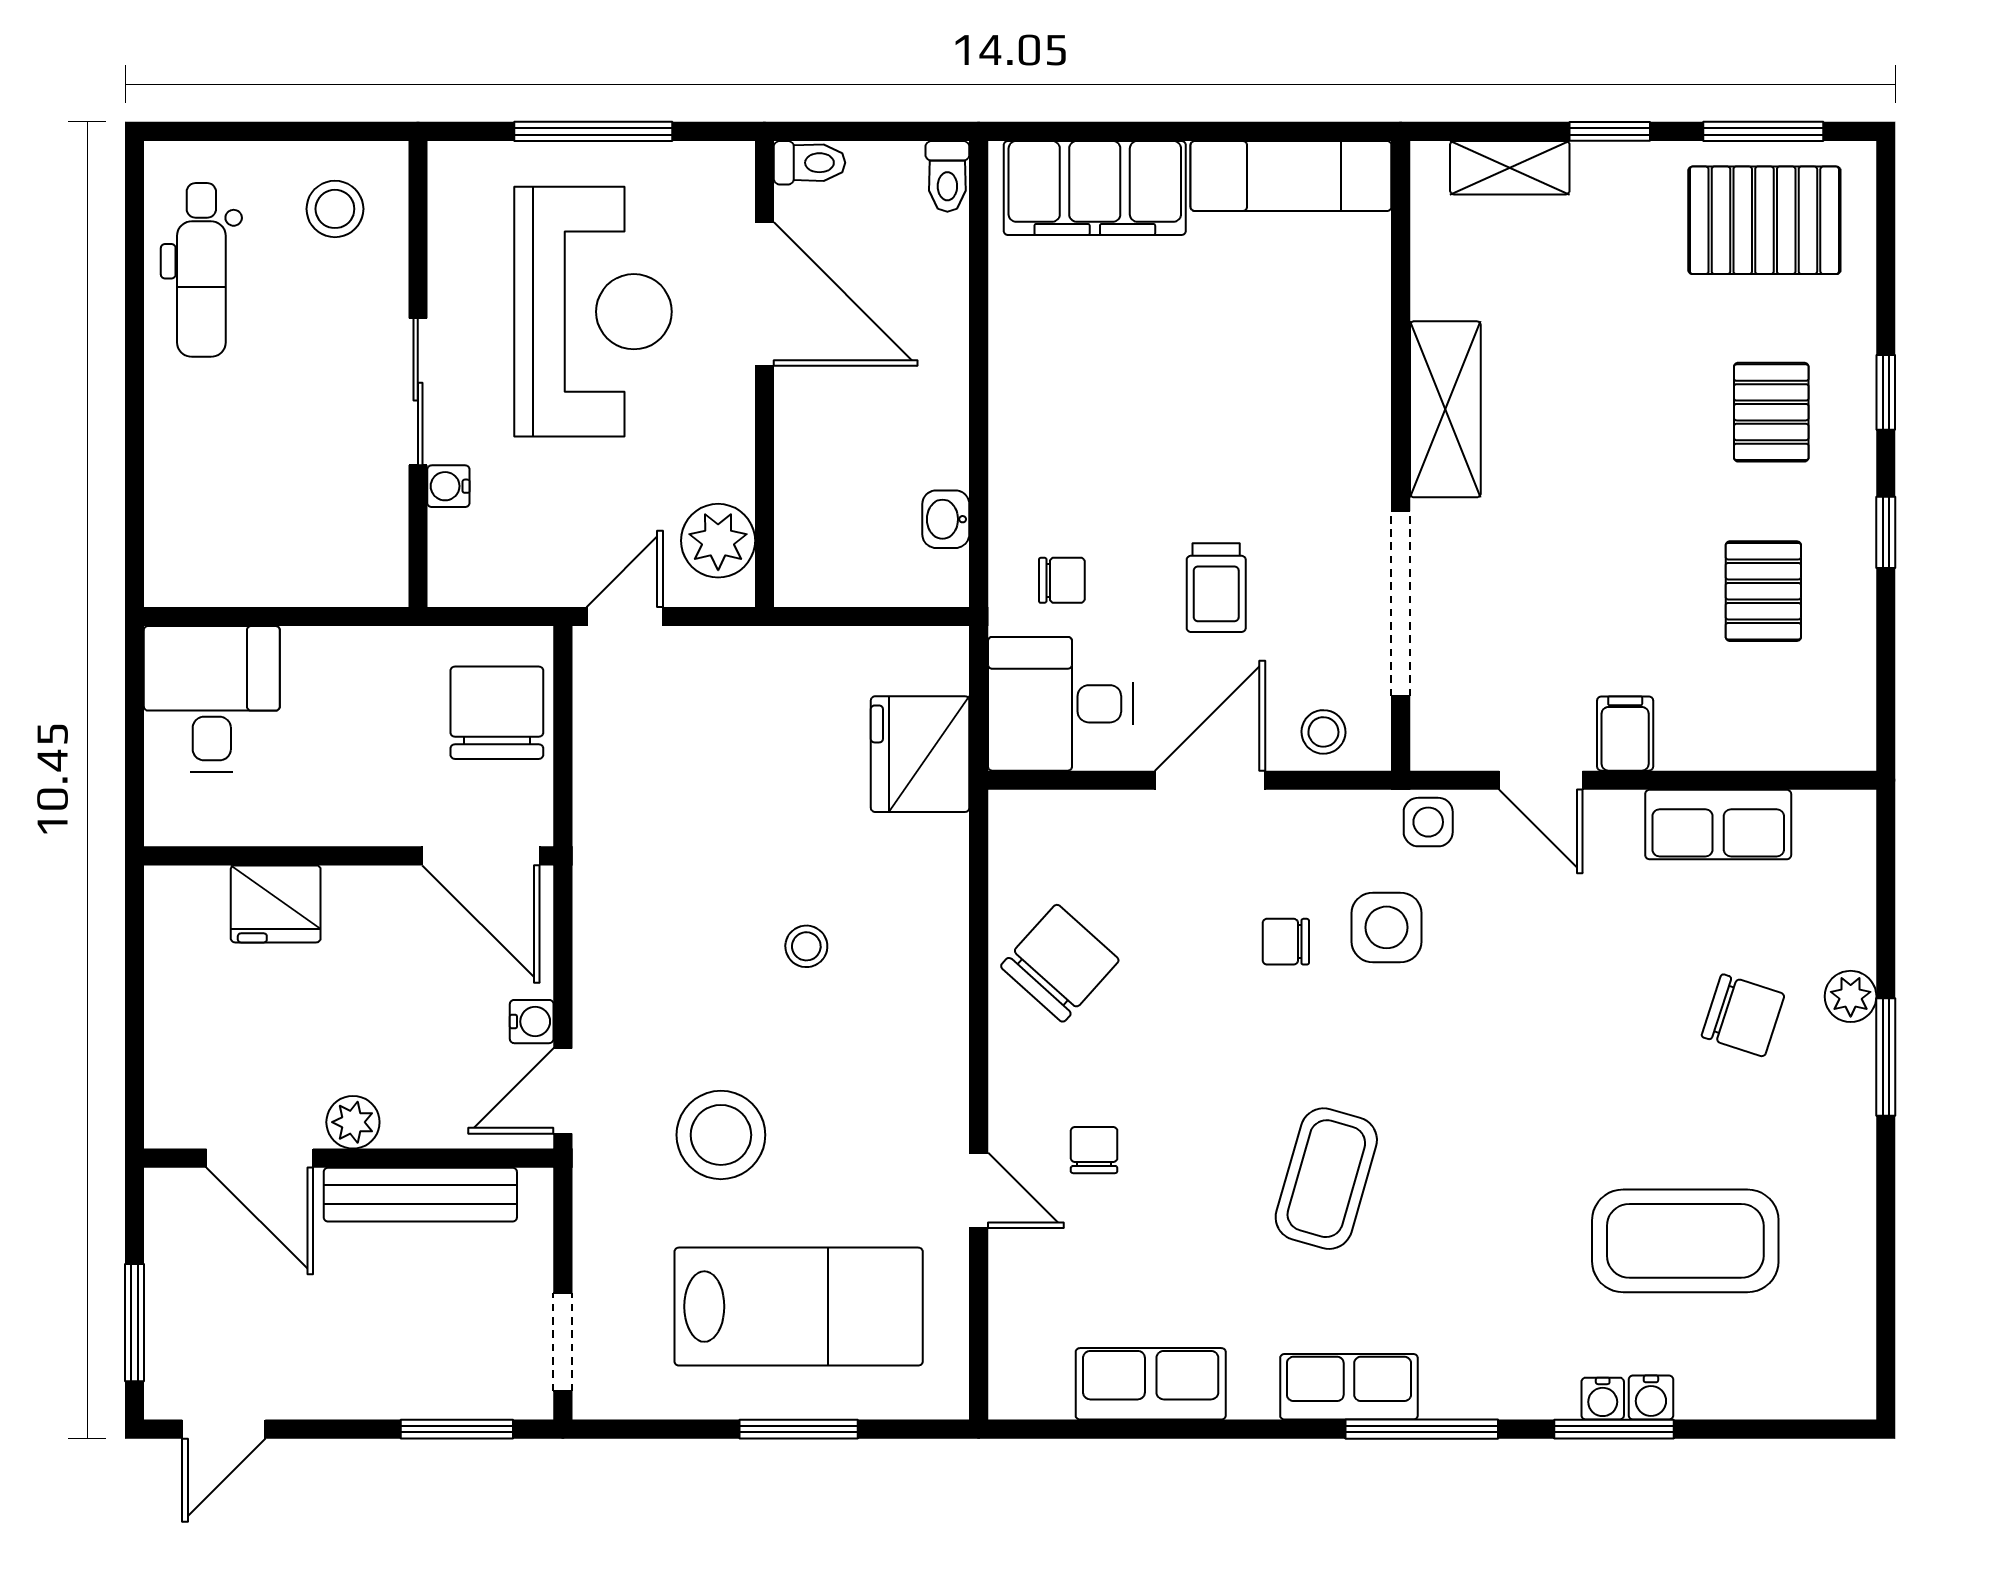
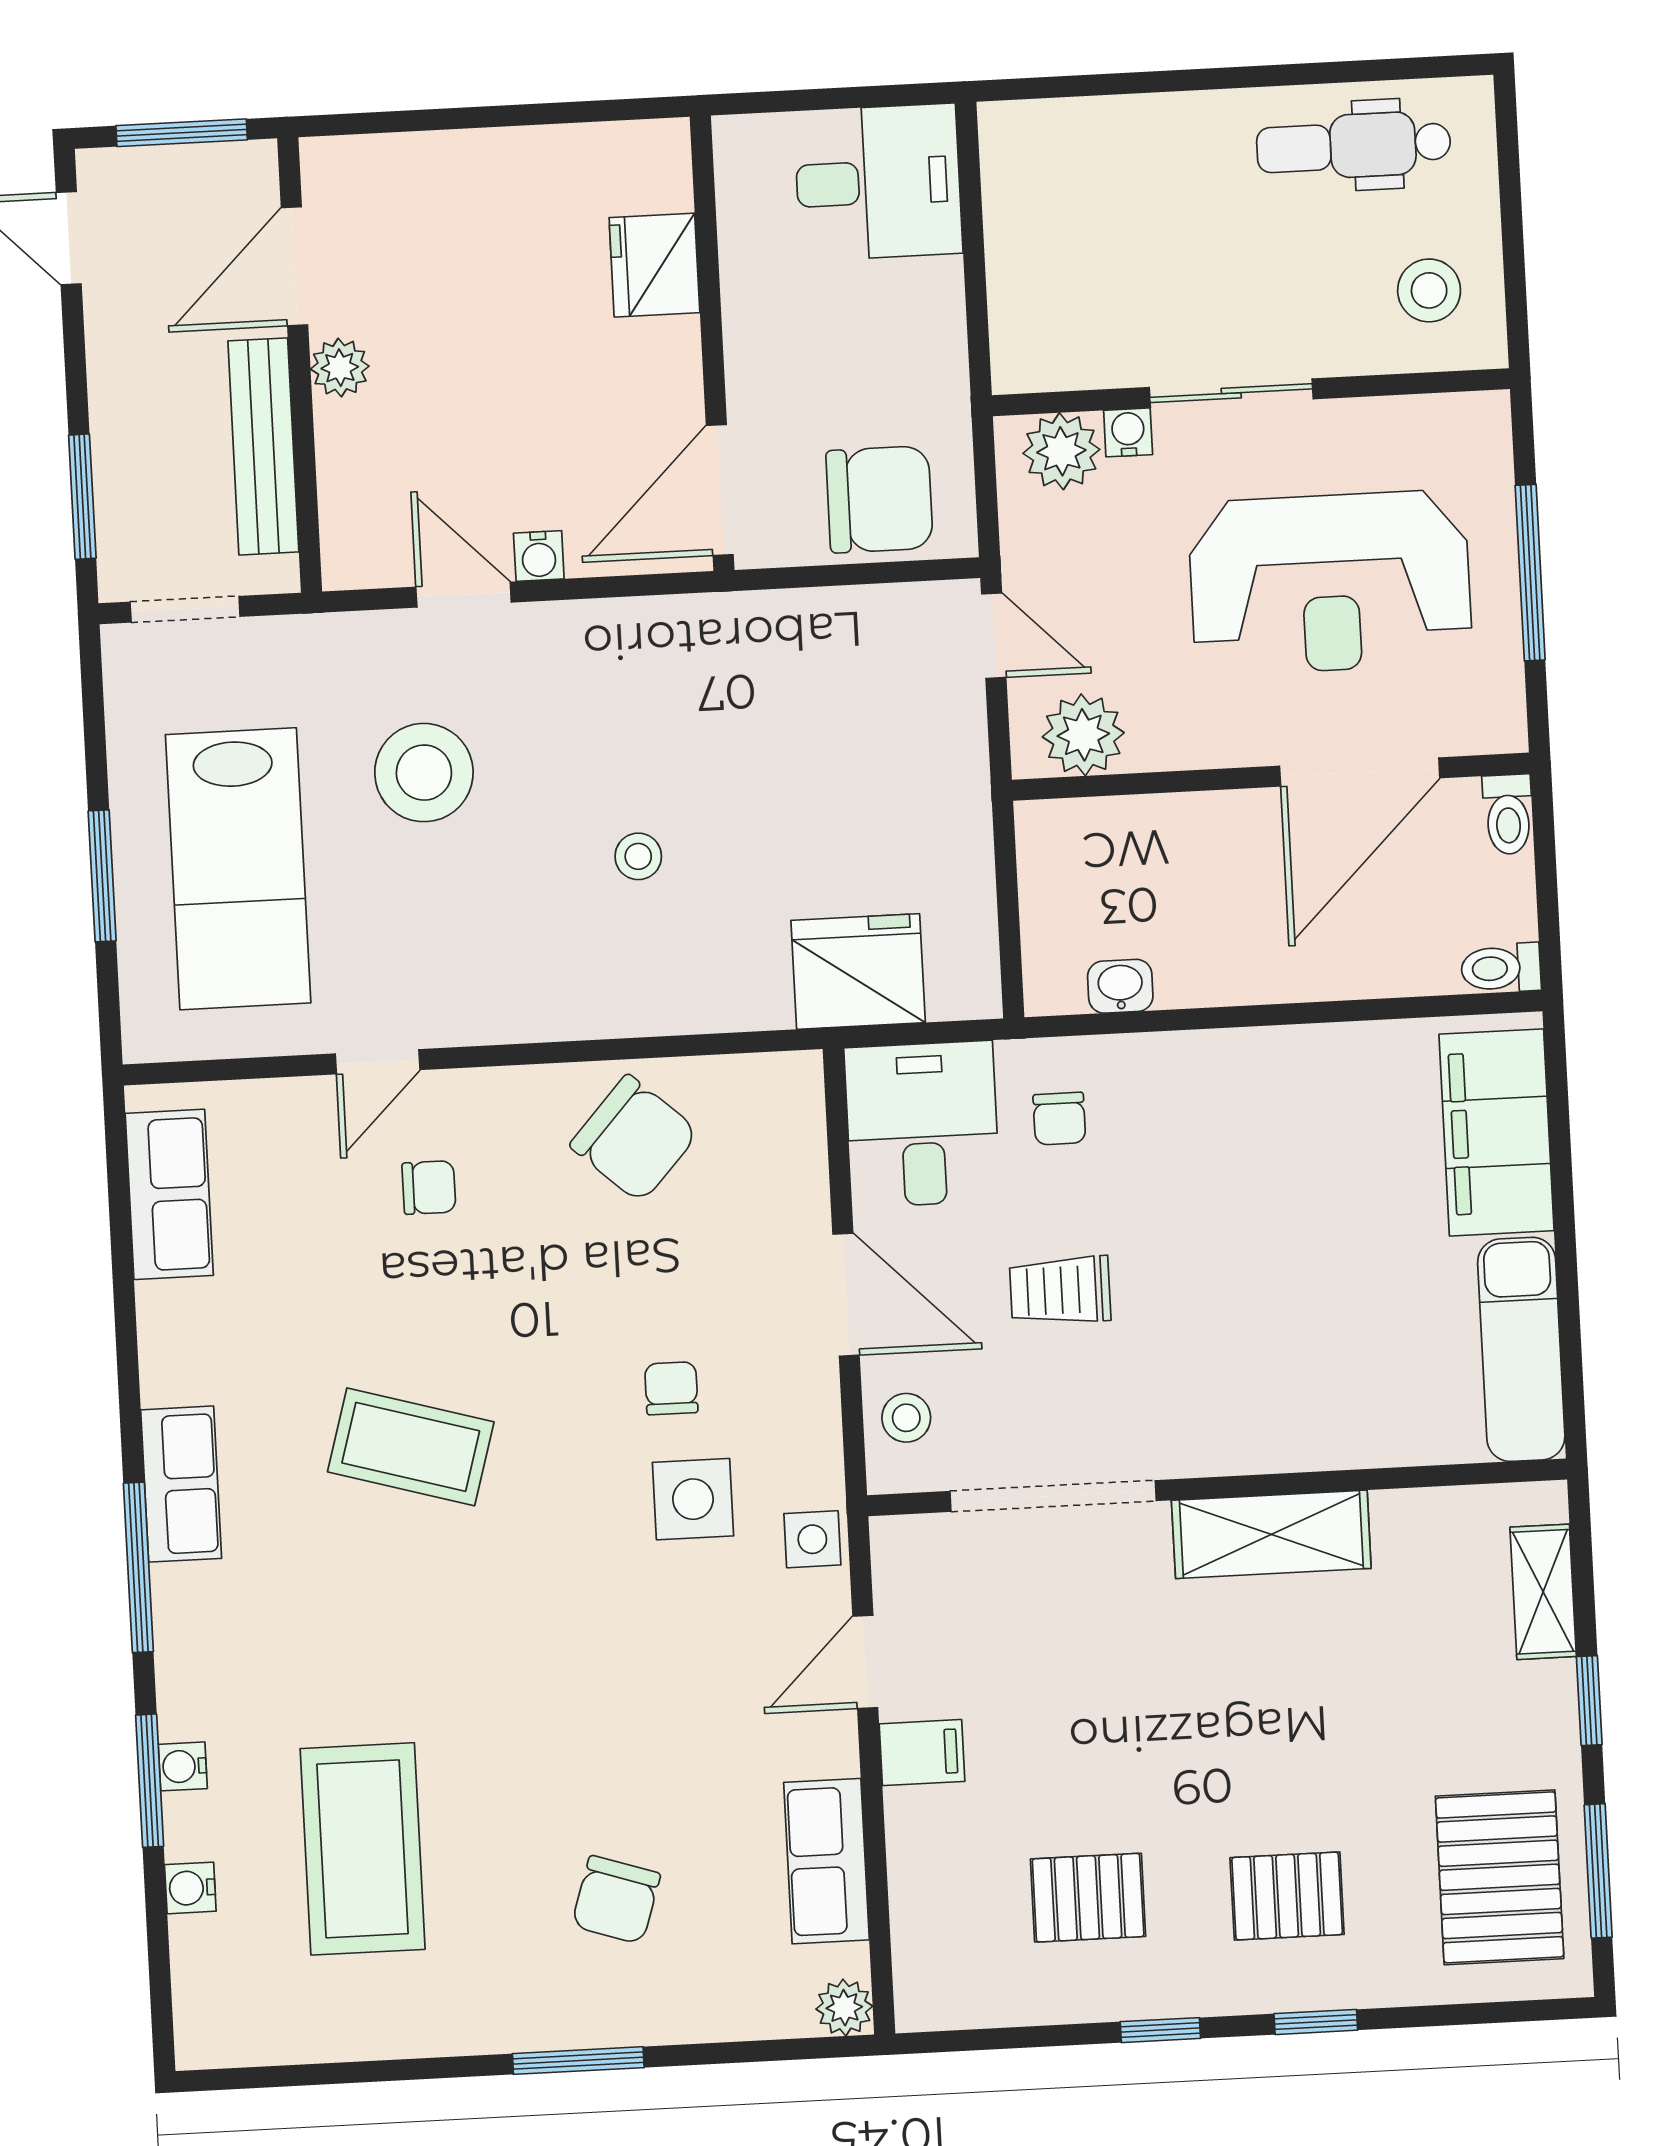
plant: (462, 547) -> (1061, 451), added
plant: (1851, 996) -> (844, 2008), moved
plant: (353, 1122) -> (340, 368), moved
door: (260, 1158) -> (294, 266), moved
wall: (349, 1158) -> (300, 365), moved
bench: (420, 1195) -> (263, 446), moved
row of seats: (1151, 1384) -> (169, 1194), moved
water cooler: (1651, 1397) -> (190, 1888), moved

